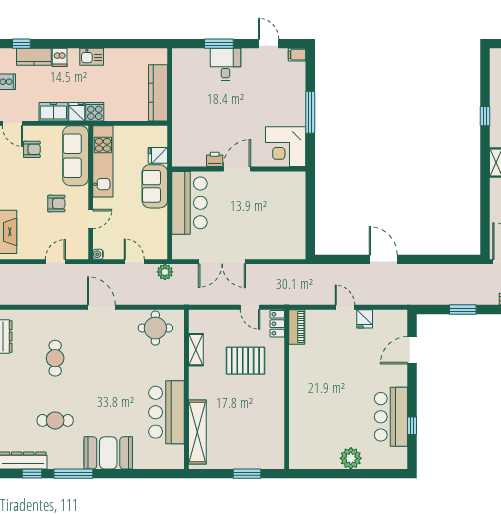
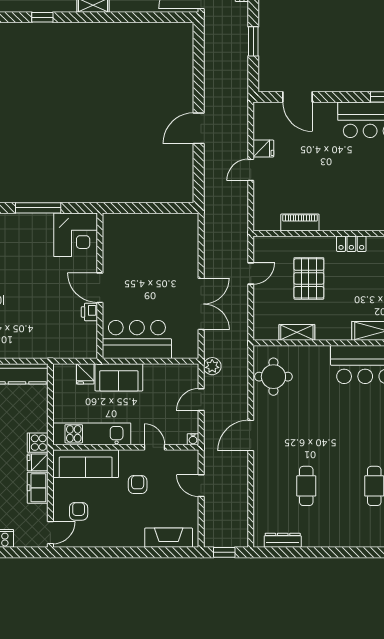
locker: (277, 324) -> (351, 244), moved
piano: (297, 327) -> (300, 222), moved
cafe table: (55, 358) -> (306, 486), turned 90

